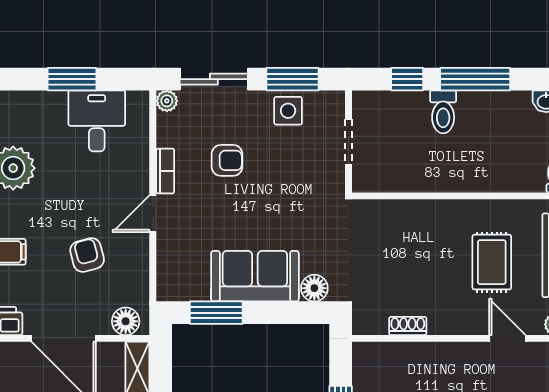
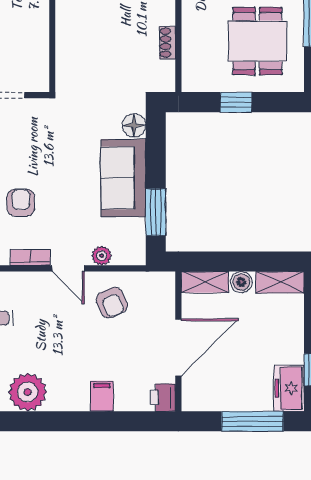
plant: (167, 252) -> (102, 256), added
armchair: (87, 255) -> (112, 303), moved, turned -99
floor lamp: (126, 321) -> (163, 293), removed

